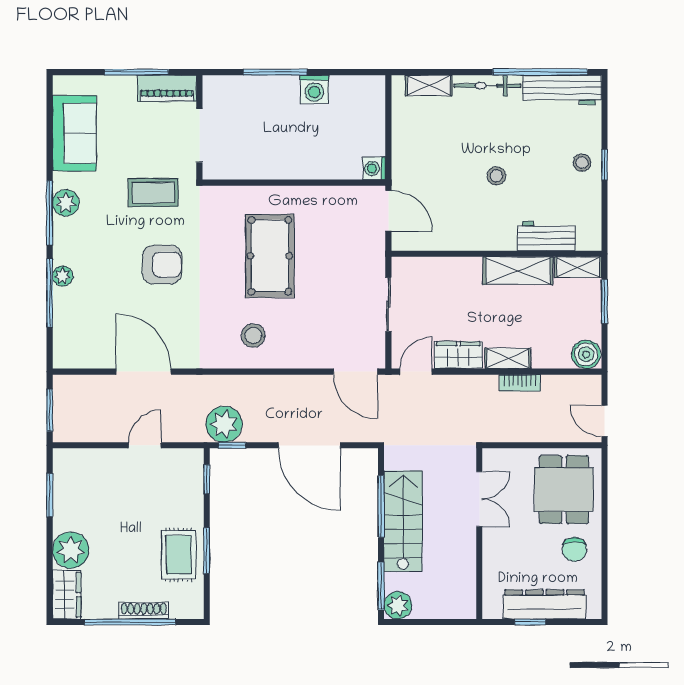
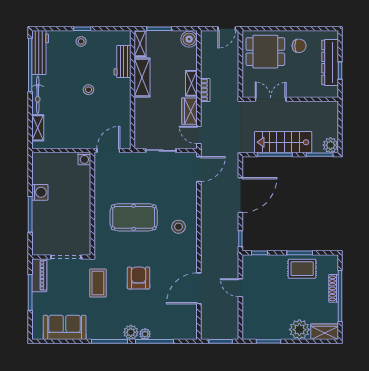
plant: (66, 203) -> (131, 332), moved
bookcase: (520, 383) -> (205, 90), moved
plant: (224, 424) -> (229, 243), removed

